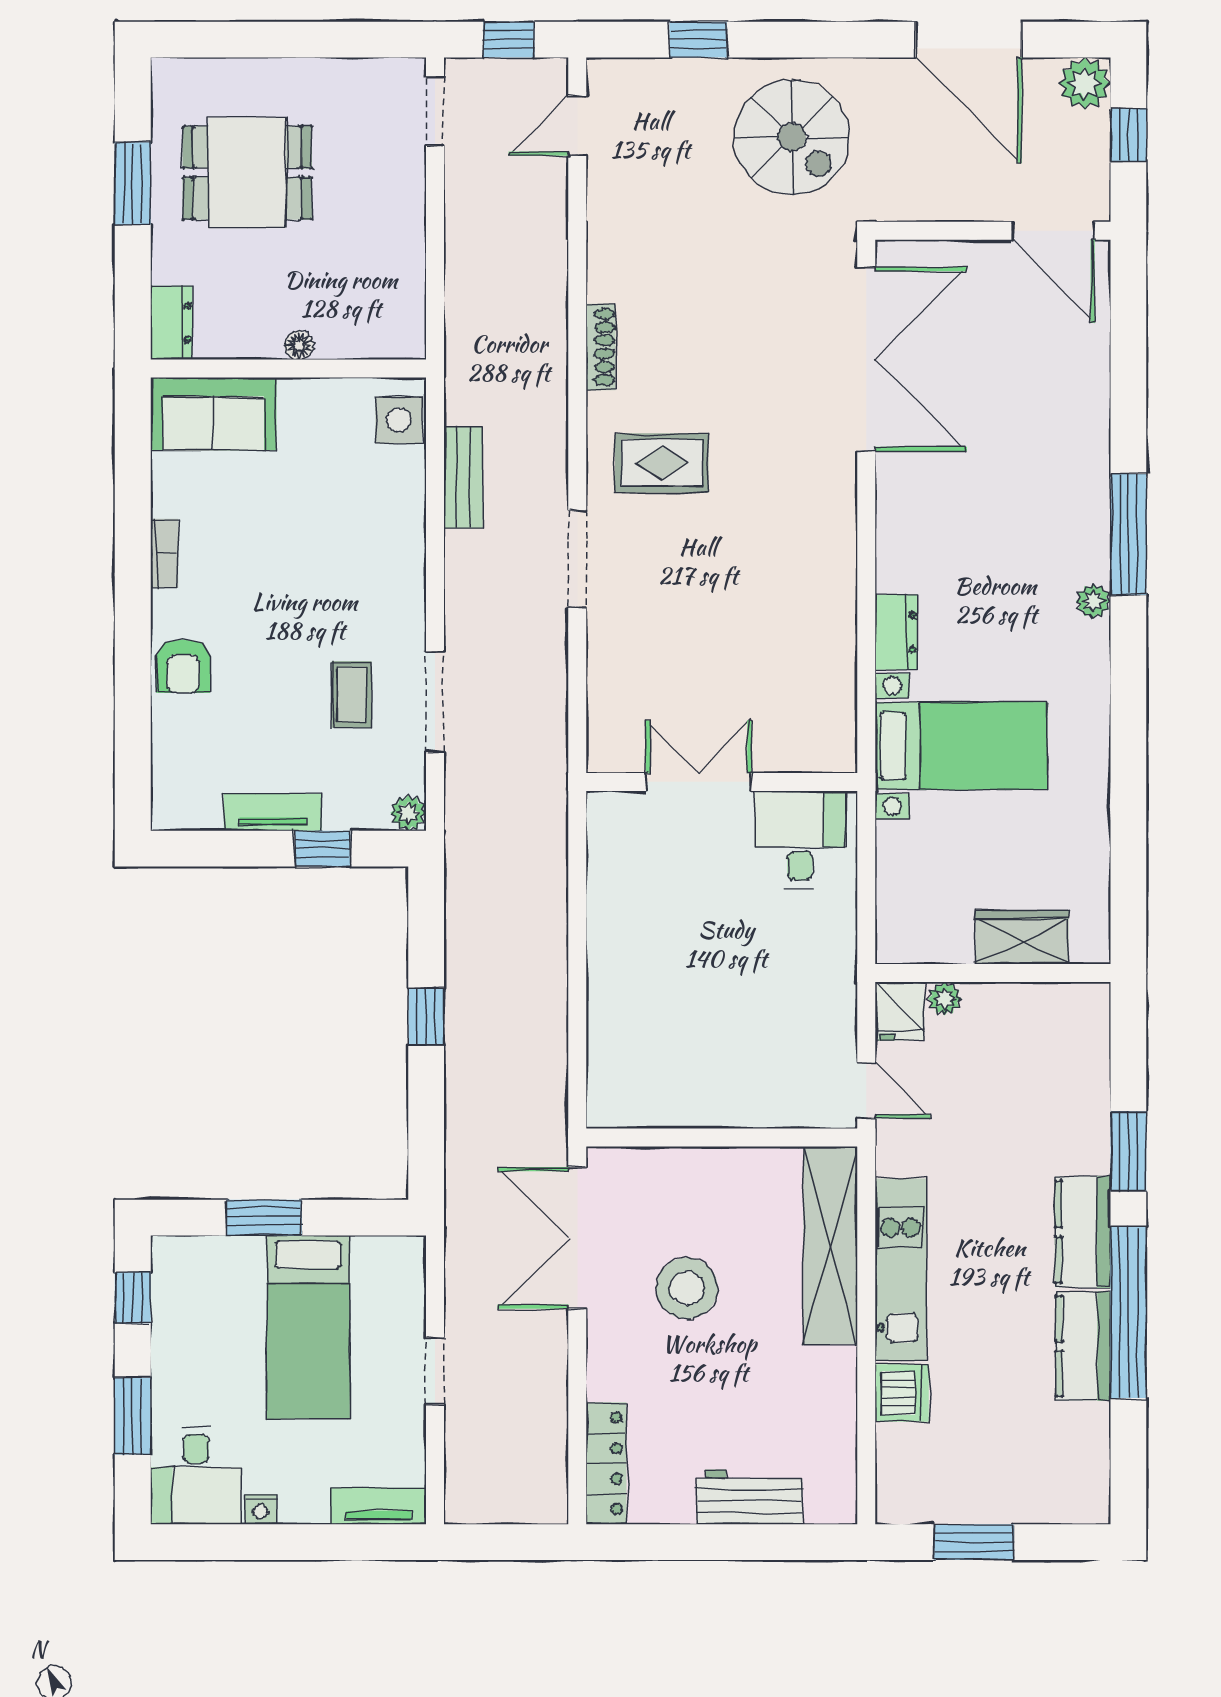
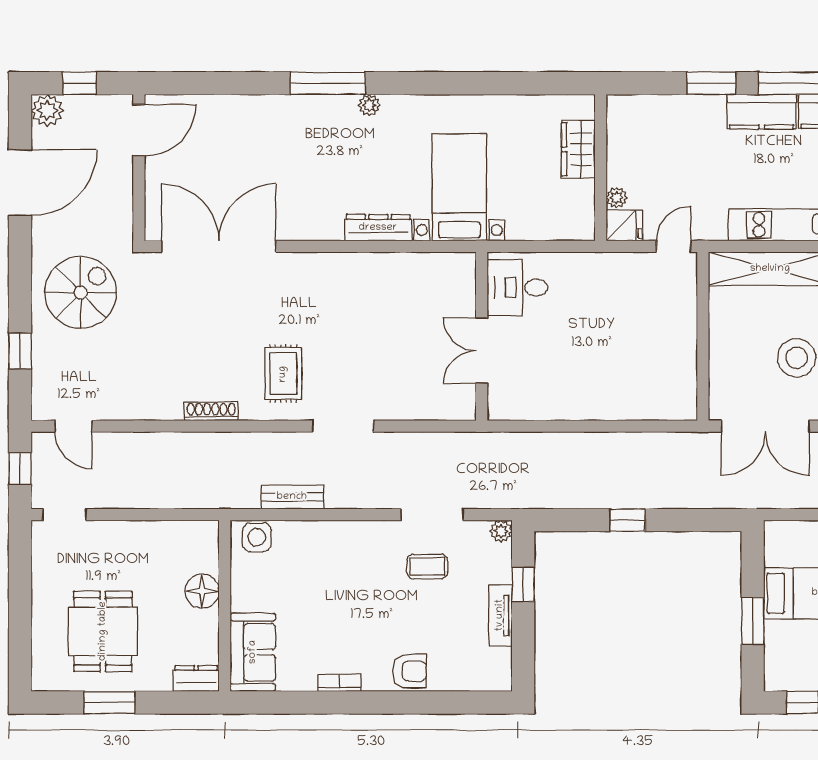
floor lamp: (299, 345) -> (202, 591), width x1.89, depth x1.89
dresser: (896, 632) -> (378, 228), width x1.44

